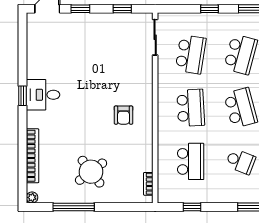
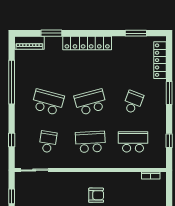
window: (209, 9) -> (12, 140), moved
school desk: (191, 54) -> (48, 142), width x0.54

